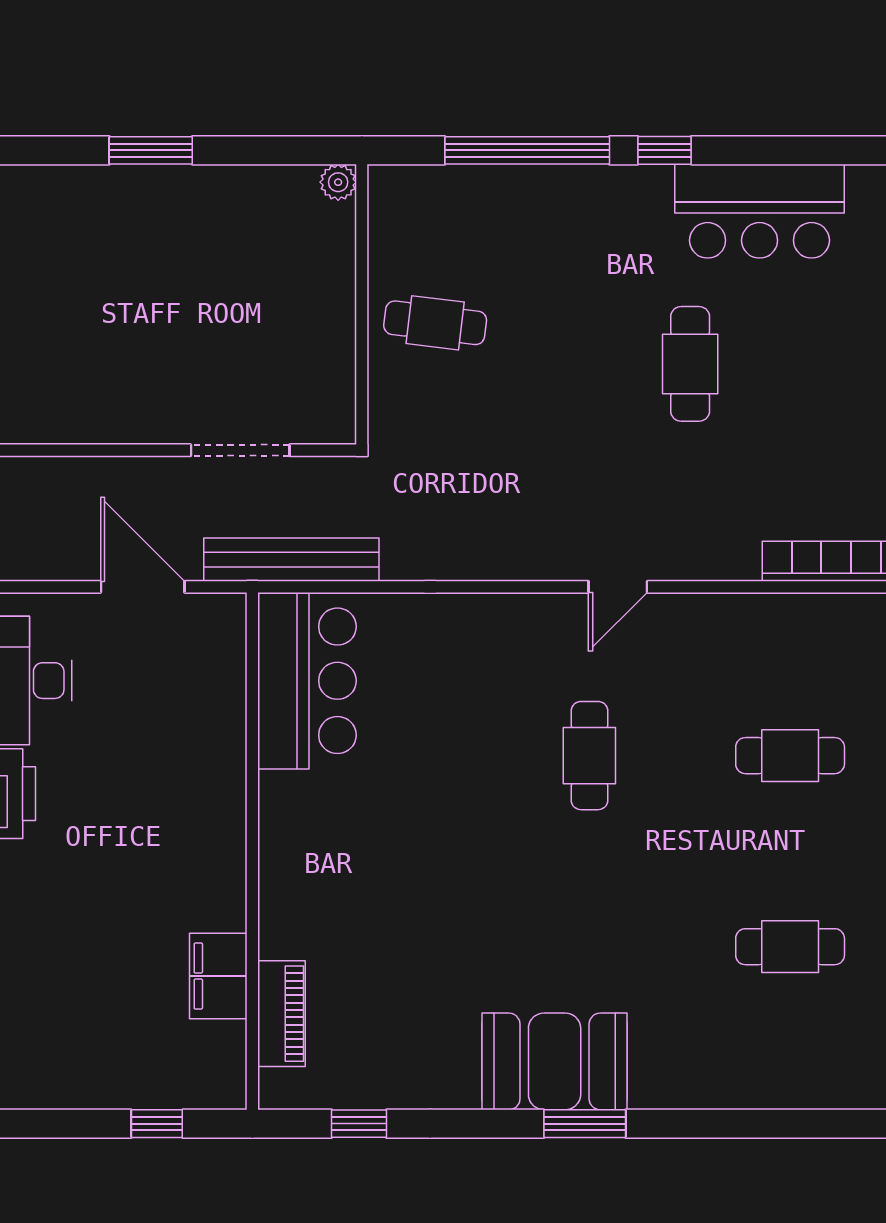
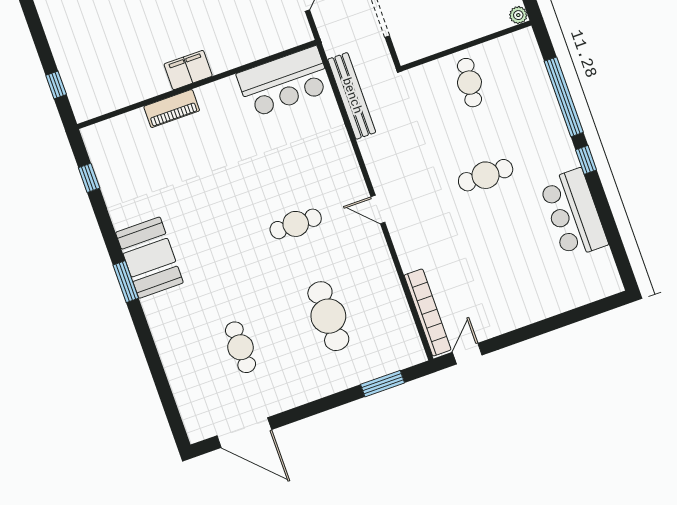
cafe table: (690, 364) -> (486, 175), moved
bench: (291, 560) -> (352, 96), moved
cafe table: (790, 756) -> (328, 316), width x1.37, depth x1.35
filing cabinet: (218, 976) -> (188, 70), moved
piano: (282, 1014) -> (172, 109), moved

